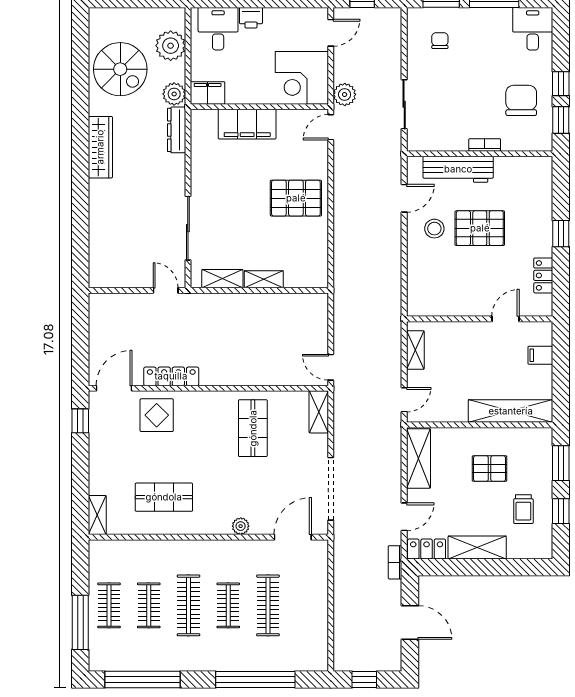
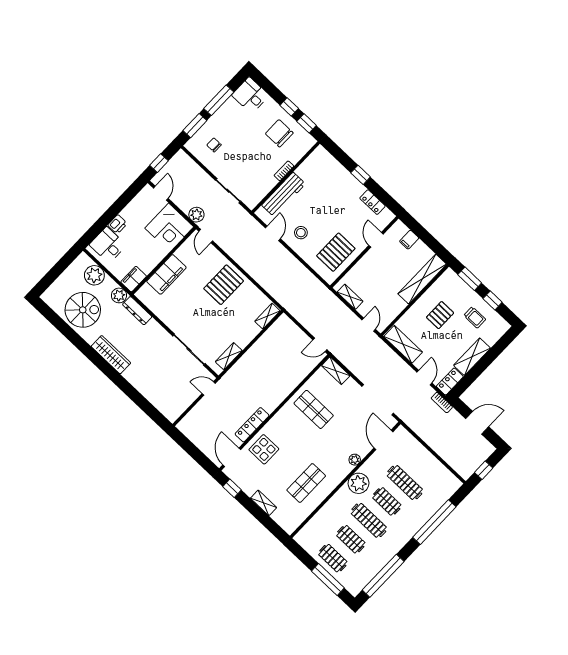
pallet: (480, 228) -> (336, 252), moved
shelving: (264, 279) -> (267, 316), moved
shelving: (97, 515) -> (264, 503), moved
plant: (218, 555) -> (358, 483), added

